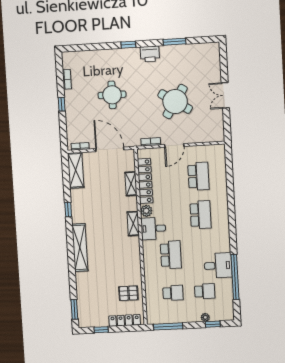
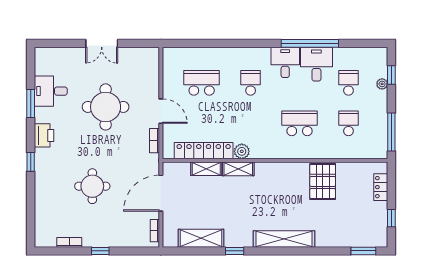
desk: (185, 57) -> (51, 91), added
round table: (175, 102) -> (106, 107), turned -33
shelving: (76, 170) -> (201, 238), moved
school desk: (201, 215) -> (251, 83), width x0.54
shelving: (133, 224) -> (238, 169), moved
desk: (153, 228) -> (285, 62), moved, turned 180
window: (235, 277) -> (310, 43), moved
pallet: (128, 293) -> (323, 181), moved, width x1.50, depth x1.42
locker: (125, 320) -> (381, 187), width x0.66

